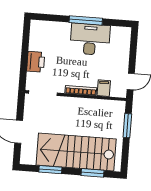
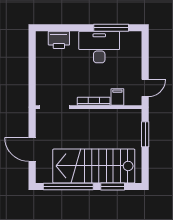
window: (86, 20) -> (111, 28), moved
printer: (36, 62) -> (59, 40), moved, turned 90
window: (50, 170) -> (68, 186), width x2.11

